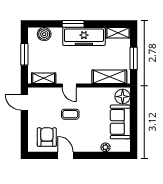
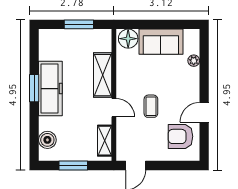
window: (73, 24) -> (34, 88), moved
shelving: (118, 33) -> (46, 44), removed
shelving: (109, 77) -> (103, 75), moved
door: (69, 85) -> (114, 108), hinge flipped

